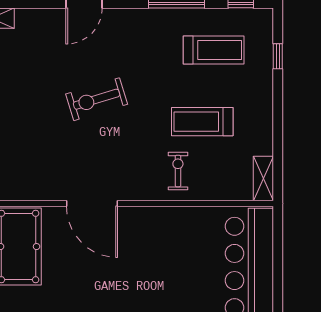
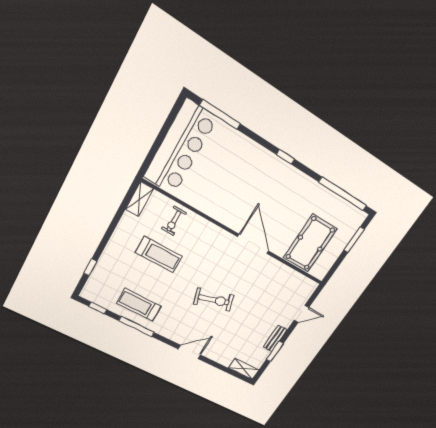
treadmill: (214, 50) -> (139, 305), moved
exercise bike: (178, 171) -> (174, 221), moved

